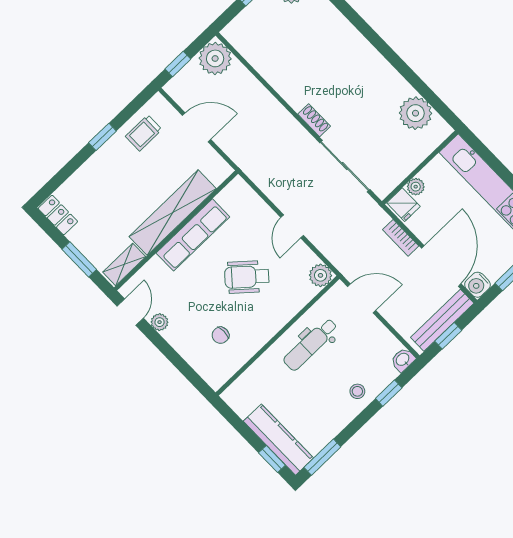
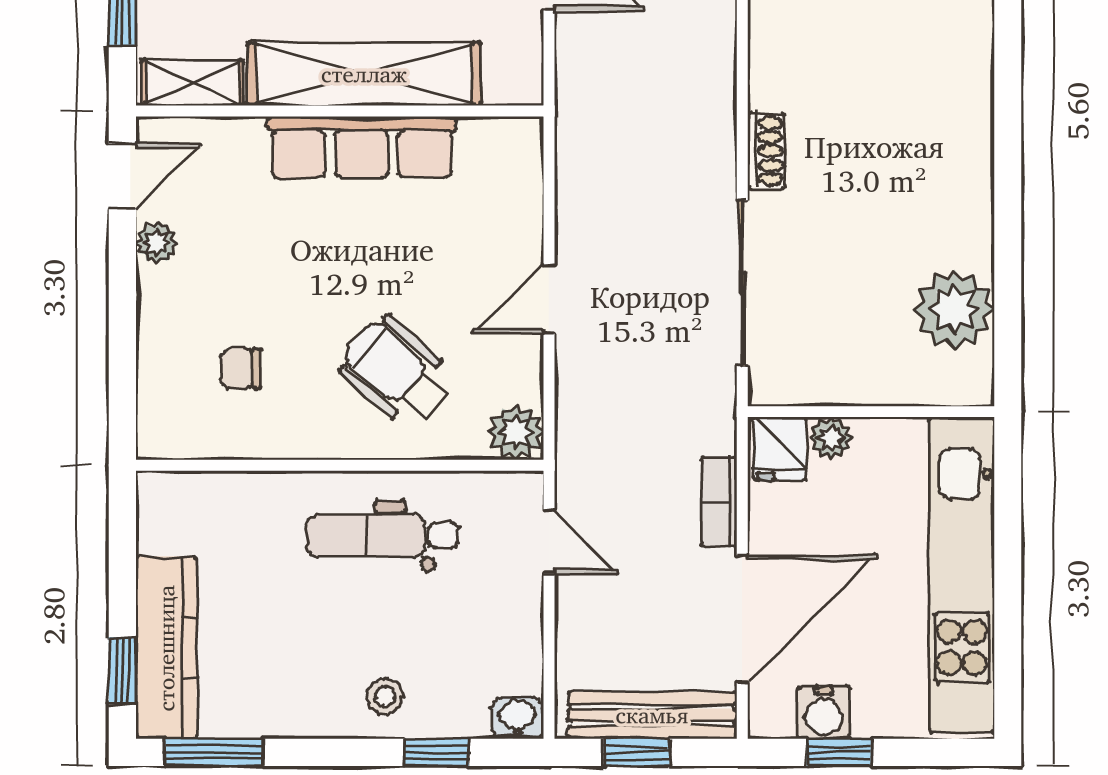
wheelchair: (247, 277) -> (397, 372), moved
water cooler: (477, 285) -> (823, 713), moved, turned -90
door: (362, 298) -> (549, 542), width x0.73

